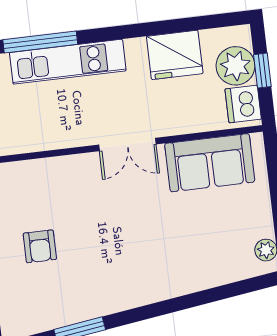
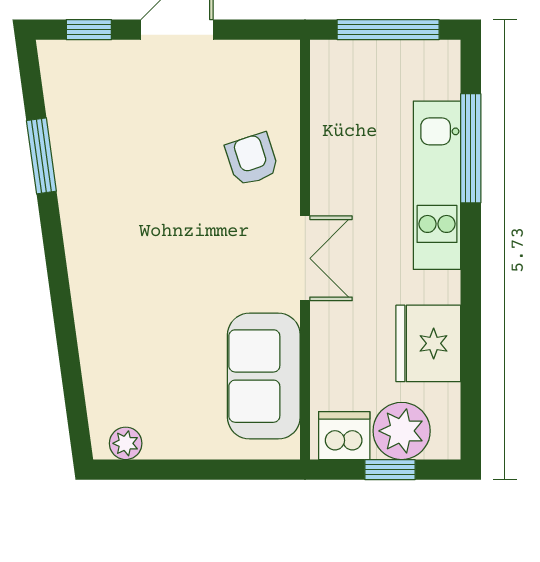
double door: (127, 144) -> (305, 258), swing flipped
armchair: (40, 246) -> (252, 159), moved, turned 72

